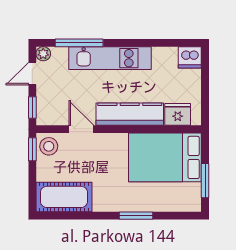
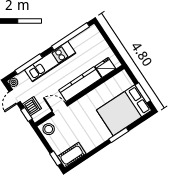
window: (159, 43) -> (70, 36), added
dishwasher: (190, 57) -> (32, 106), moved, turned -90
window: (32, 149) -> (56, 158), moved
bed: (165, 157) -> (124, 110), moved
cot: (64, 197) -> (72, 155), width x0.73, depth x0.75

